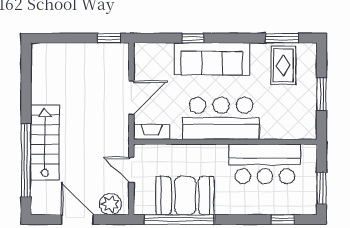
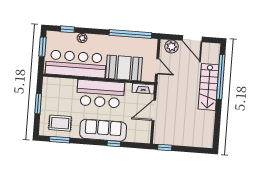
rug: (283, 65) -> (60, 123), turned 90
bar counter: (265, 164) -> (76, 64), width x1.36
booth: (185, 196) -> (124, 68), moved
plant: (258, 207) -> (82, 38), added

